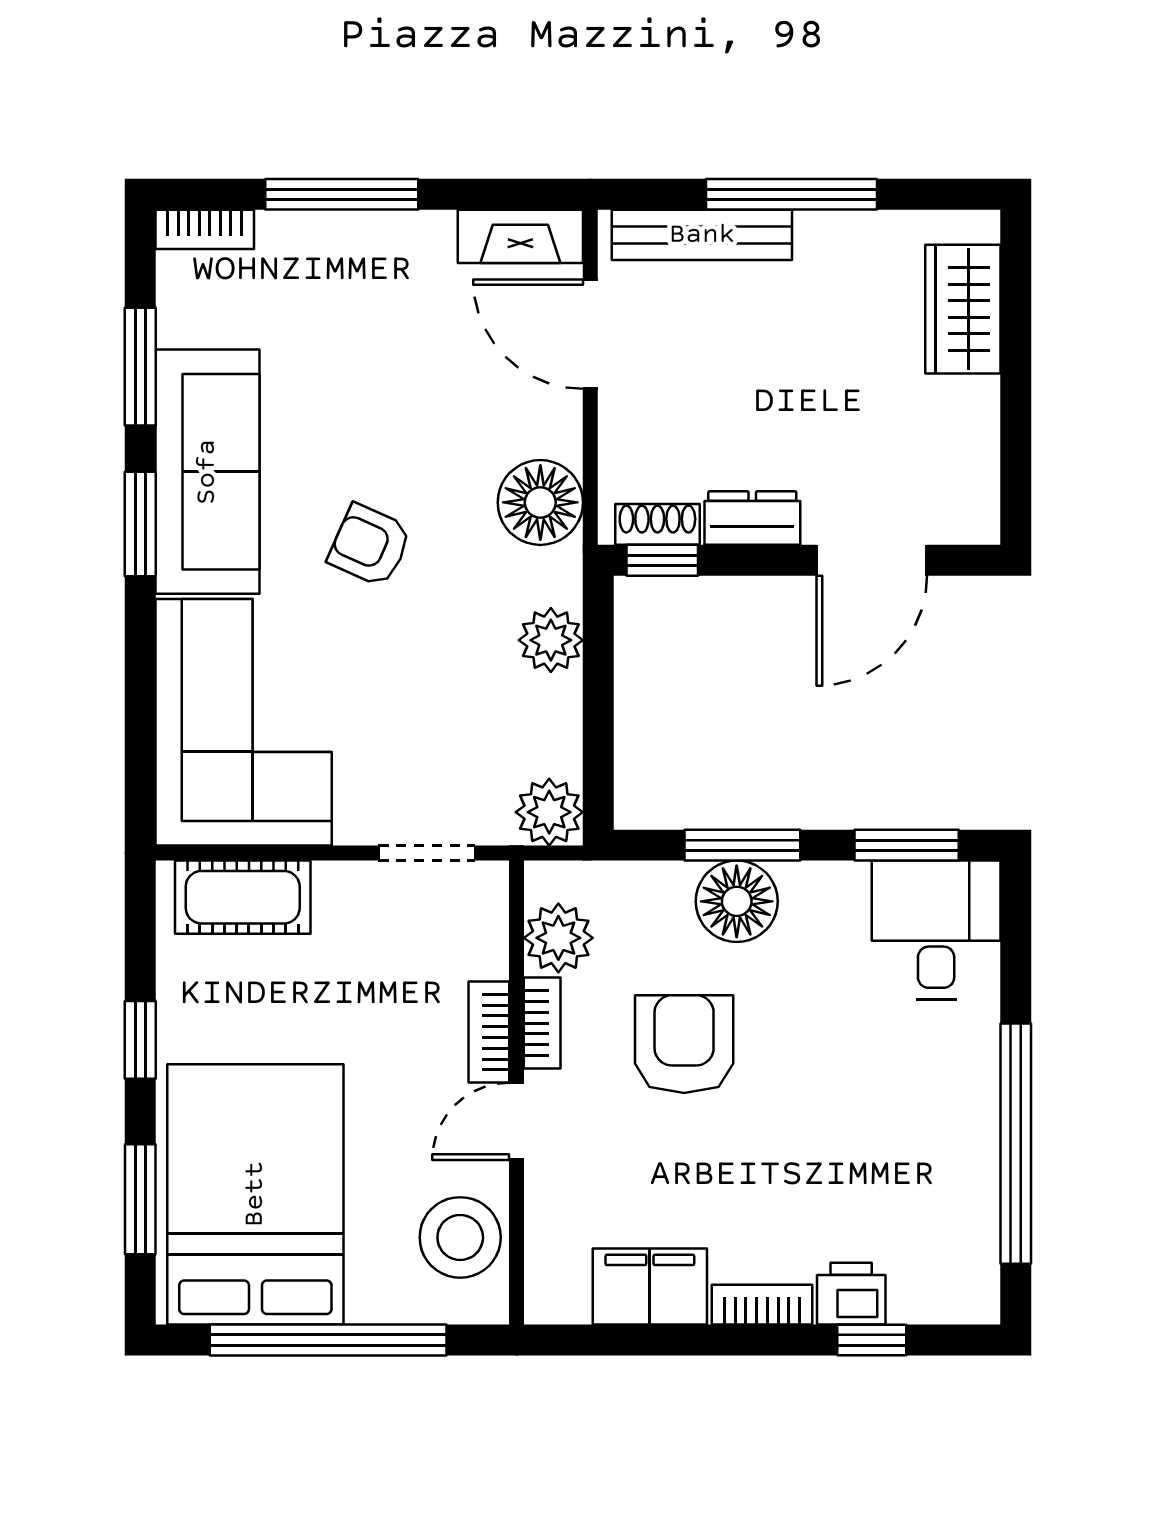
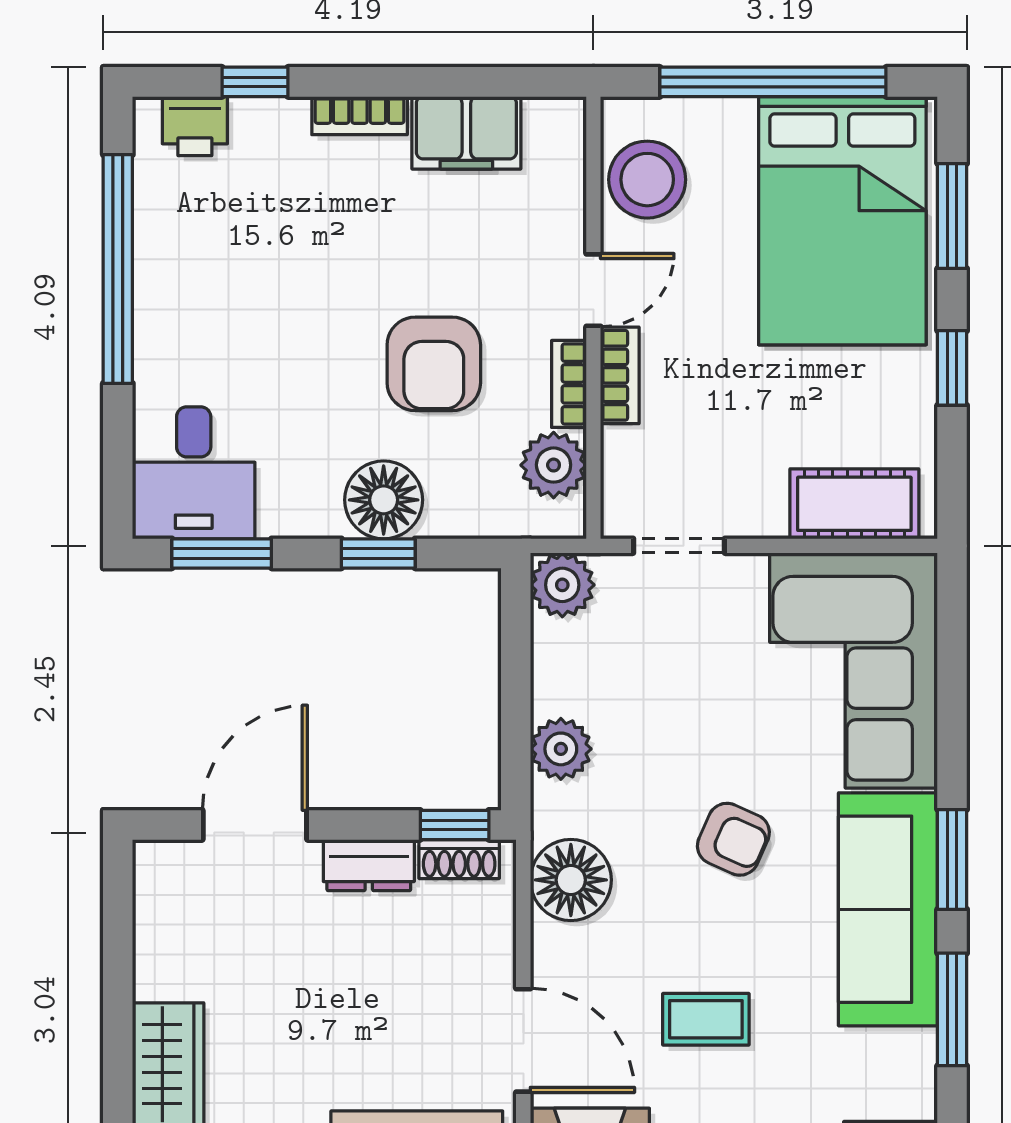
coffee table: (399, 356) -> (706, 1019), added
window: (742, 845) -> (378, 553), width x0.67
printer: (851, 1294) -> (195, 126), moved

